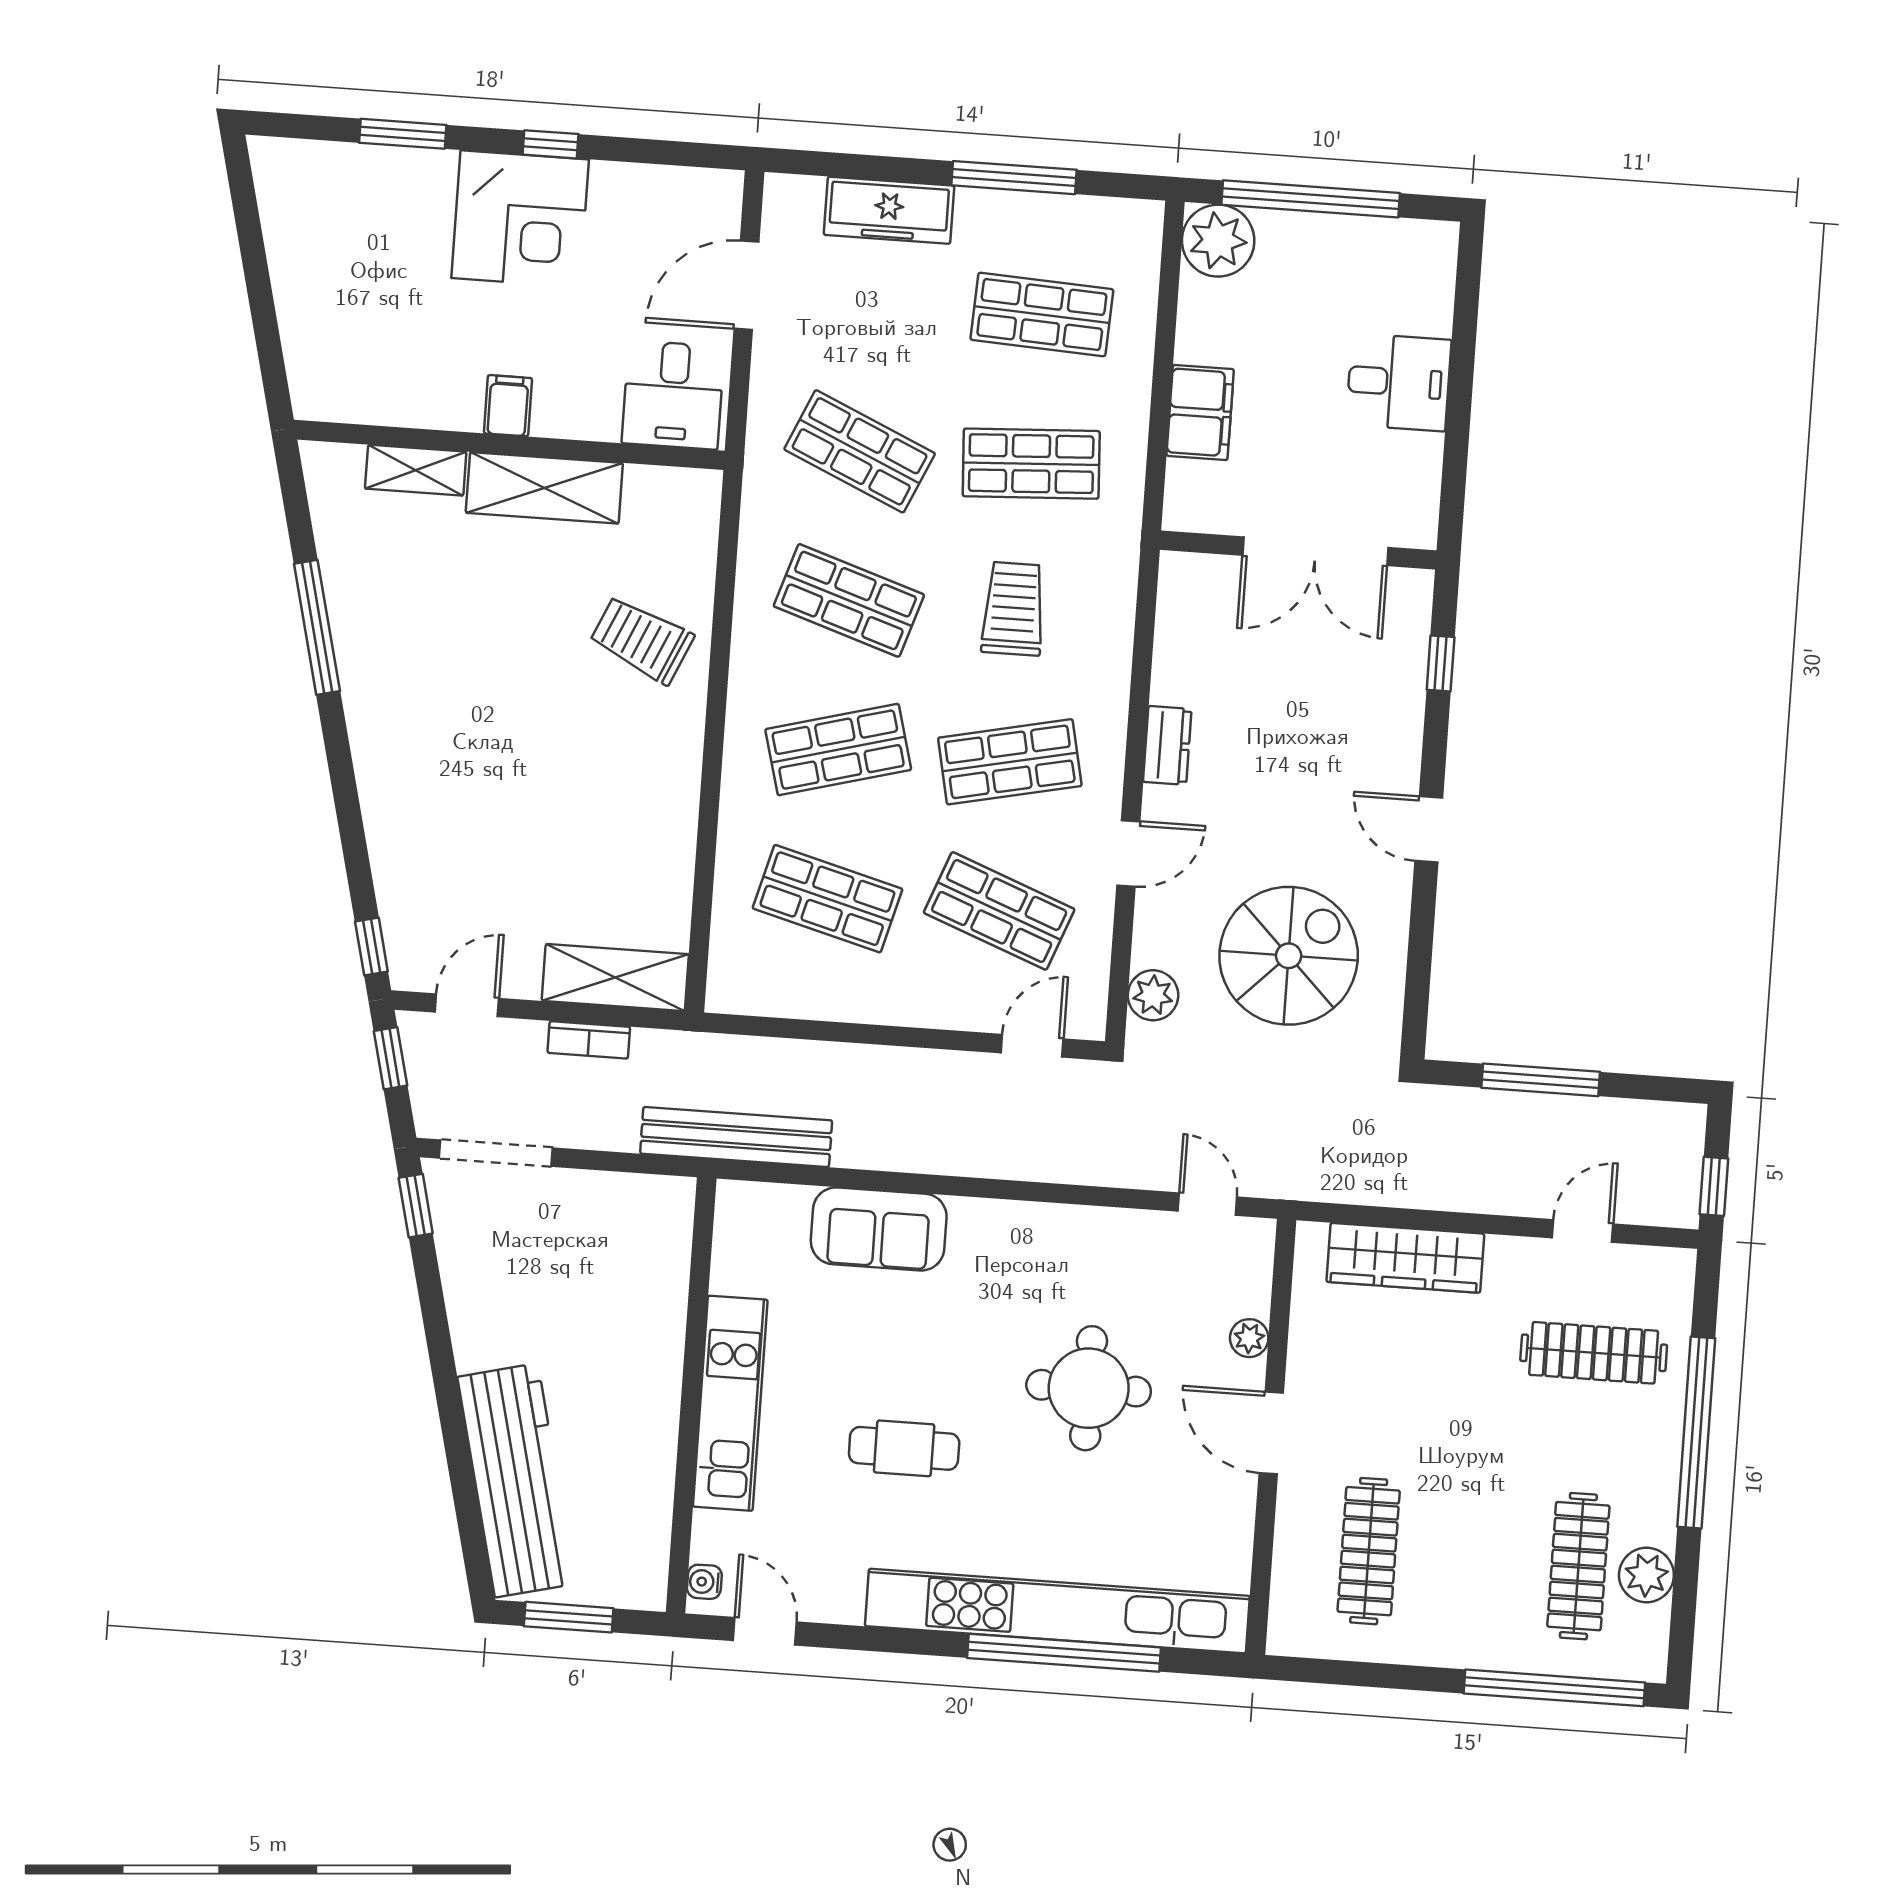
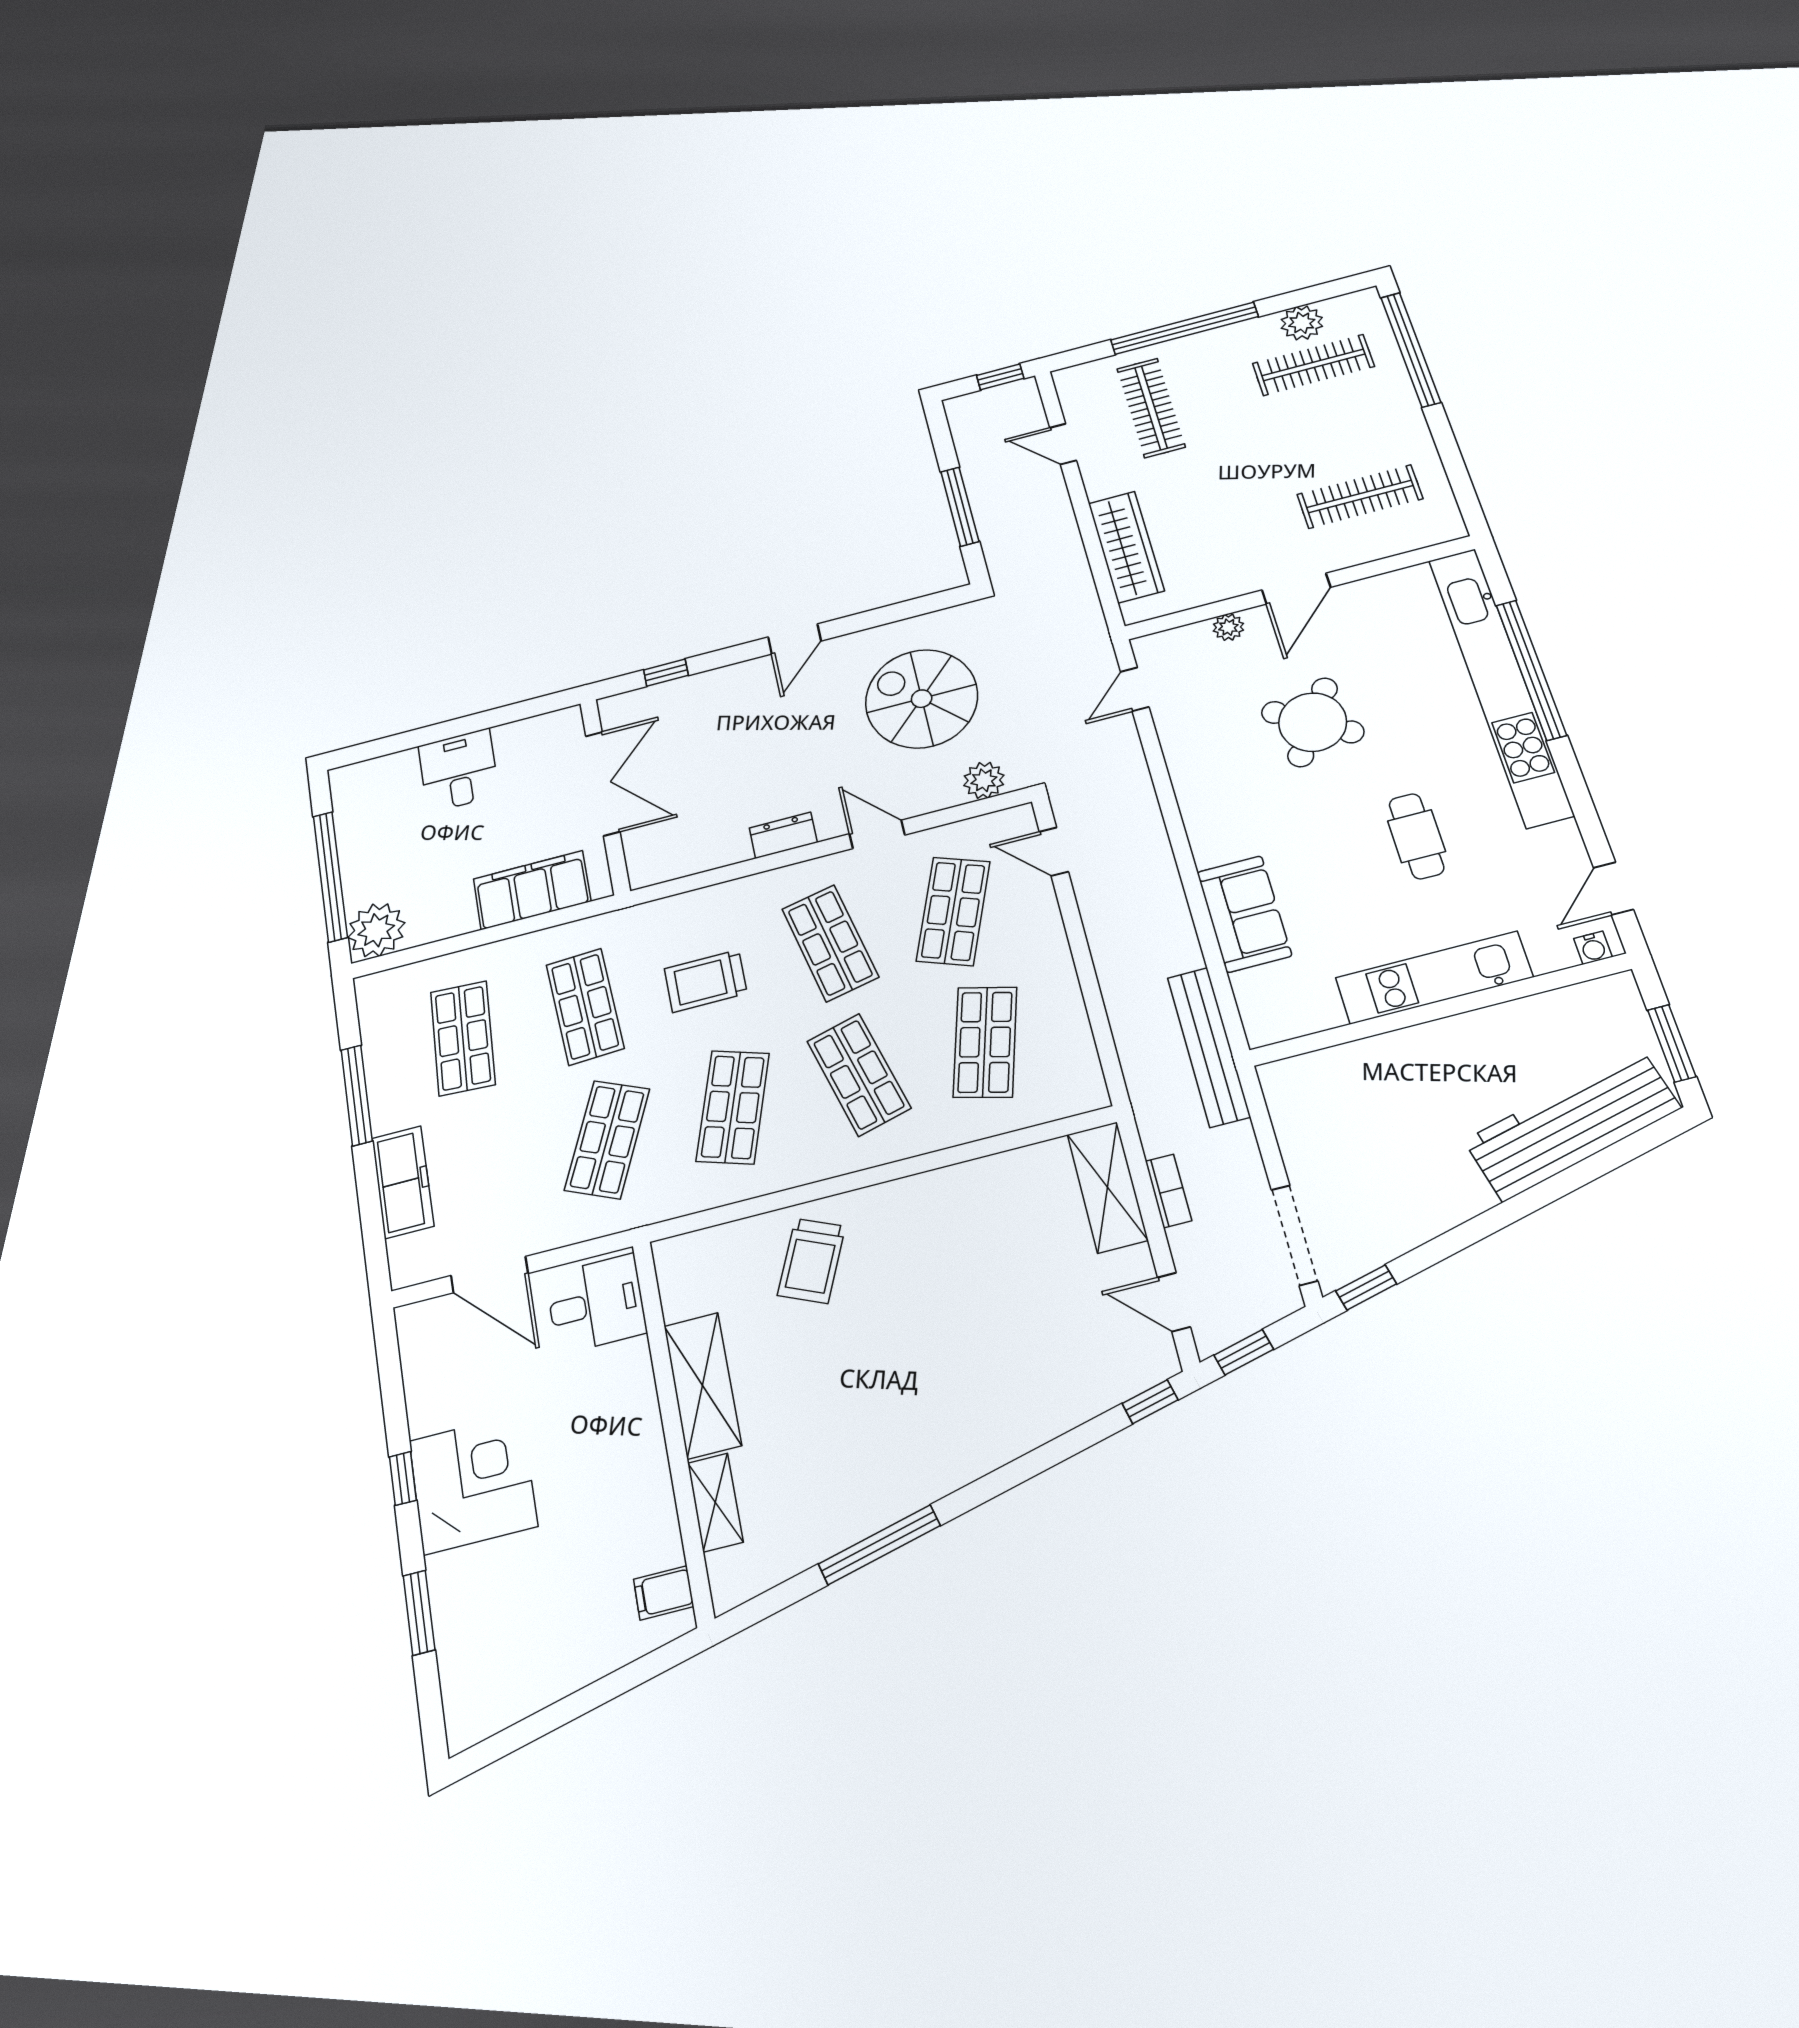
filing cabinet: (508, 406) -> (664, 1593), moved
filing cabinet: (1200, 412) -> (532, 890), width x1.50, depth x1.17
round table: (1089, 1388) -> (1313, 722), turned 33

